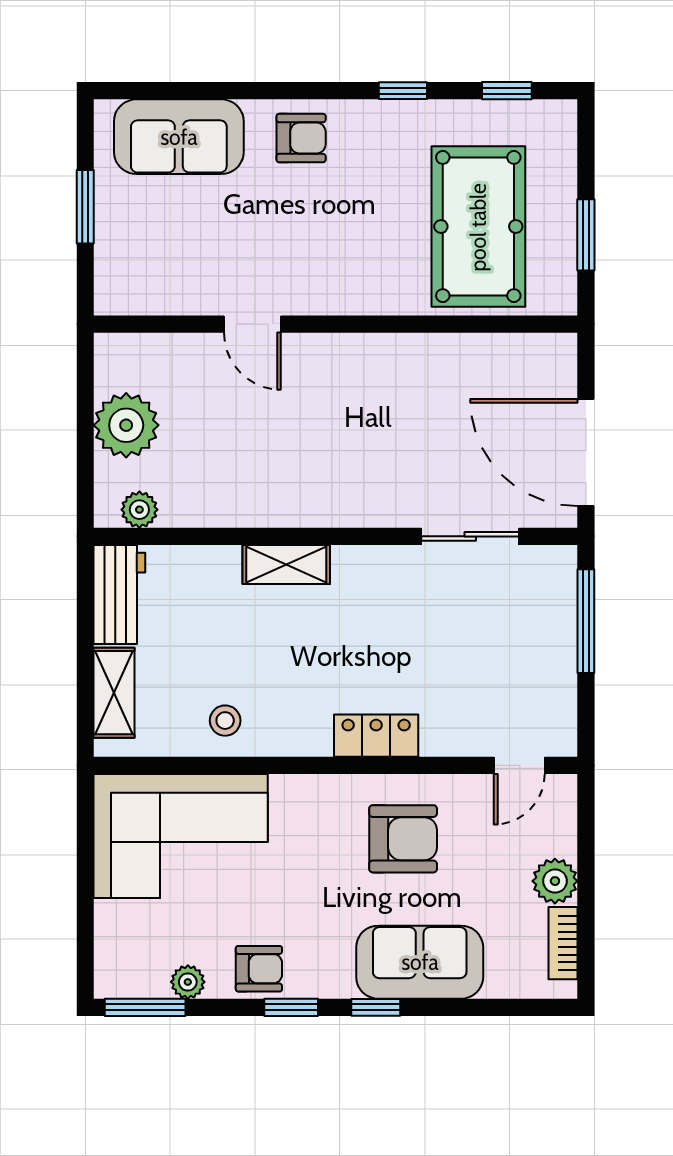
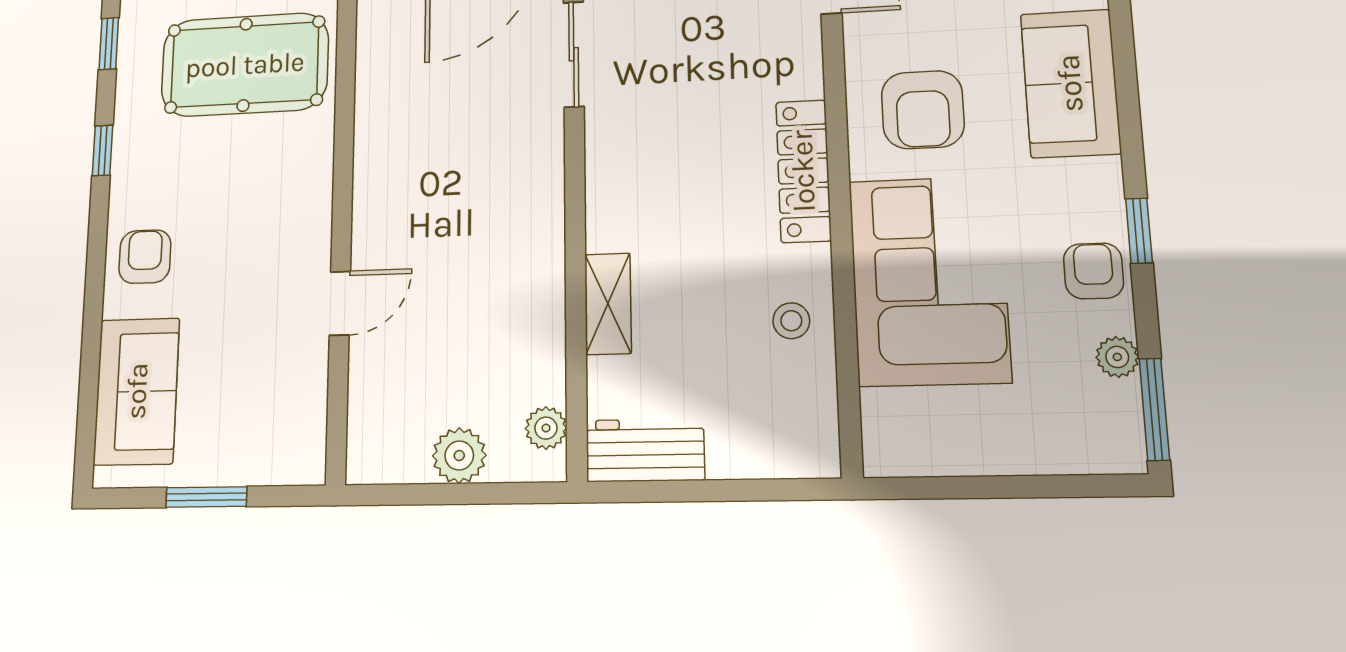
plant: (126, 425) -> (459, 455), width x0.73, depth x0.73
shelving: (286, 564) -> (608, 304), moved
shelving: (114, 693) -> (763, 455), removed
locker: (376, 736) -> (803, 171), width x1.53
corner sofa: (181, 836) -> (929, 281), moved
armchair: (403, 839) -> (923, 110), turned 180
window: (376, 1007) -> (1130, 131), removed

